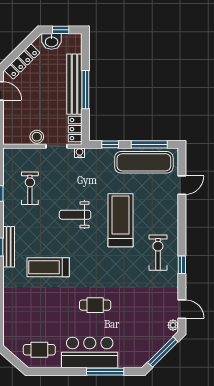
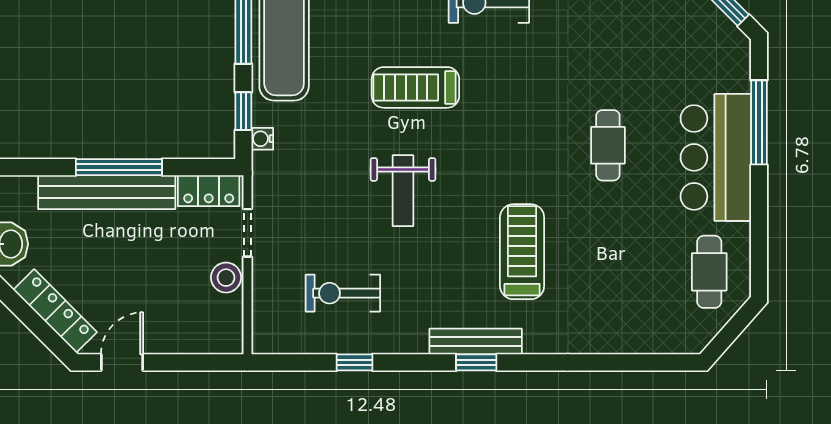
water cooler: (80, 153) -> (262, 139), moved
treadmill: (121, 220) -> (415, 87), width x0.73, depth x0.73
treadmill: (48, 267) -> (522, 252), turned 180

